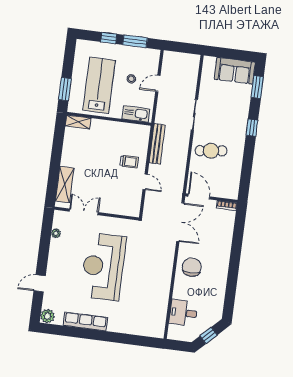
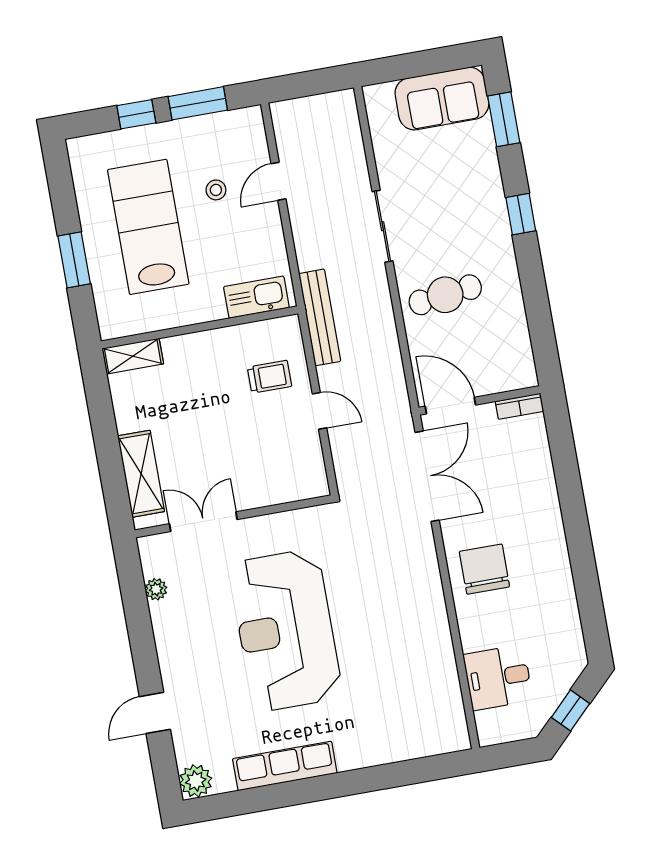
kitchen sink: (136, 114) -> (256, 297), moved
wall: (109, 119) -> (200, 327), moved
shelving: (78, 122) -> (133, 356), moved

